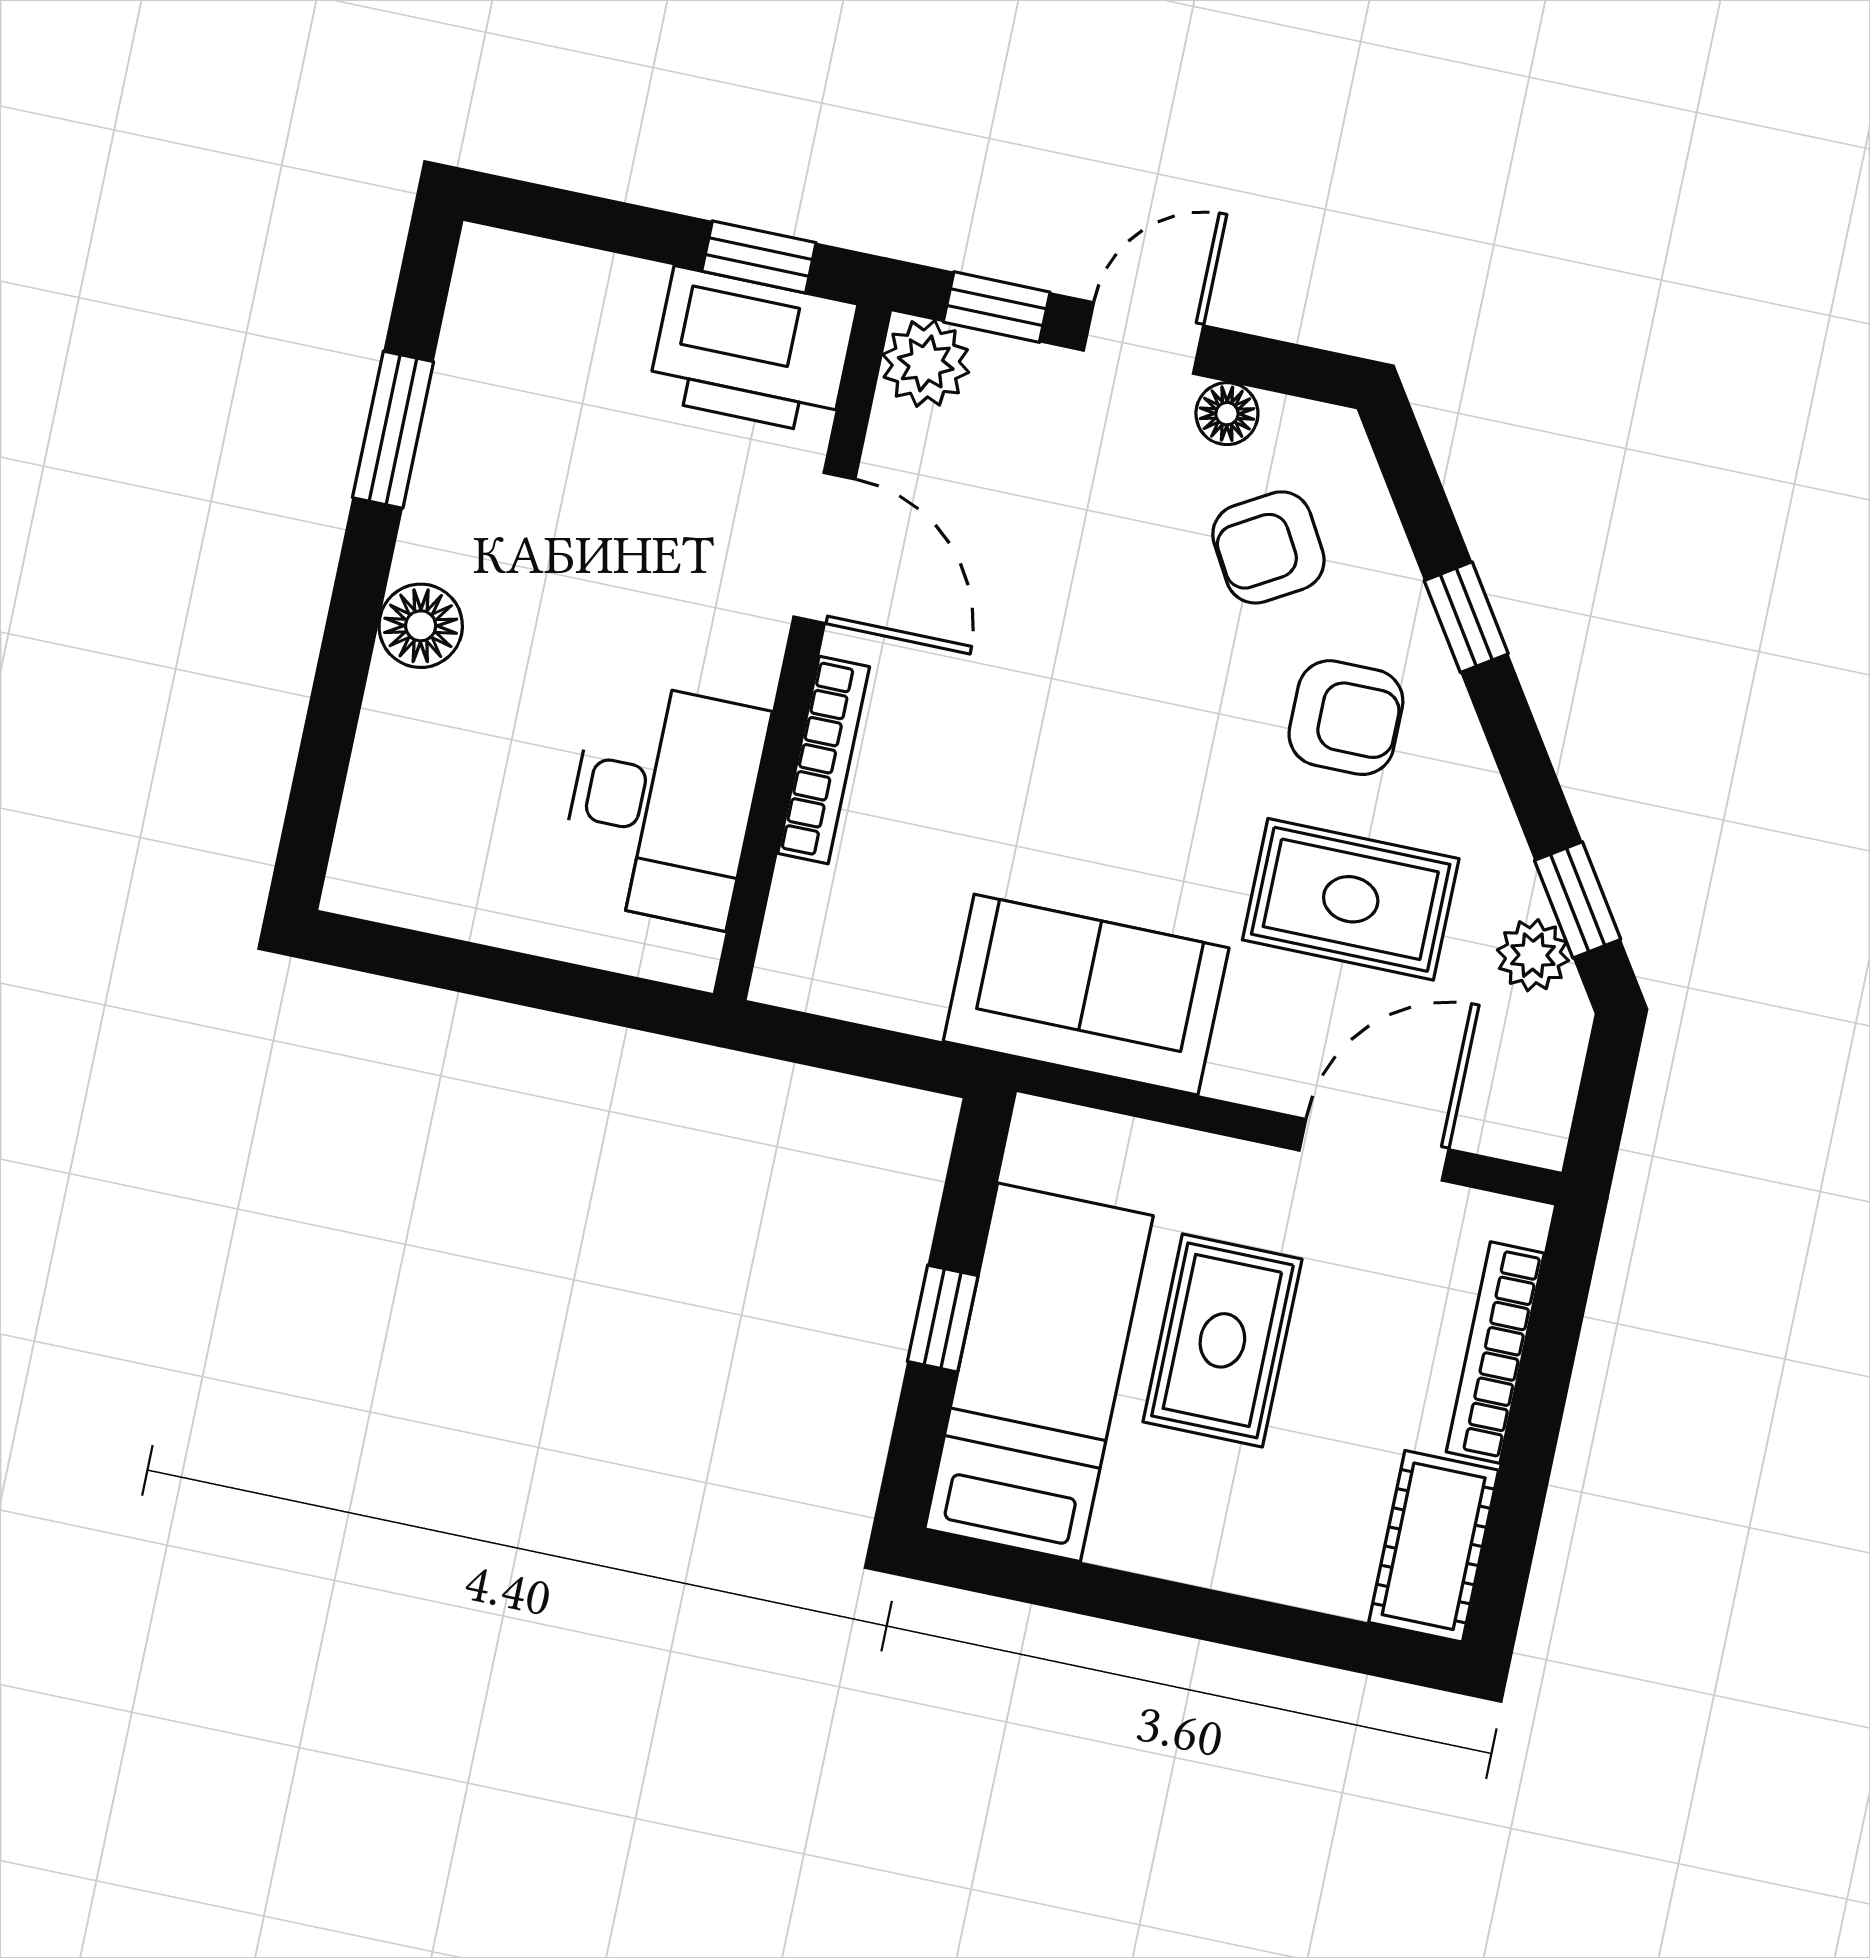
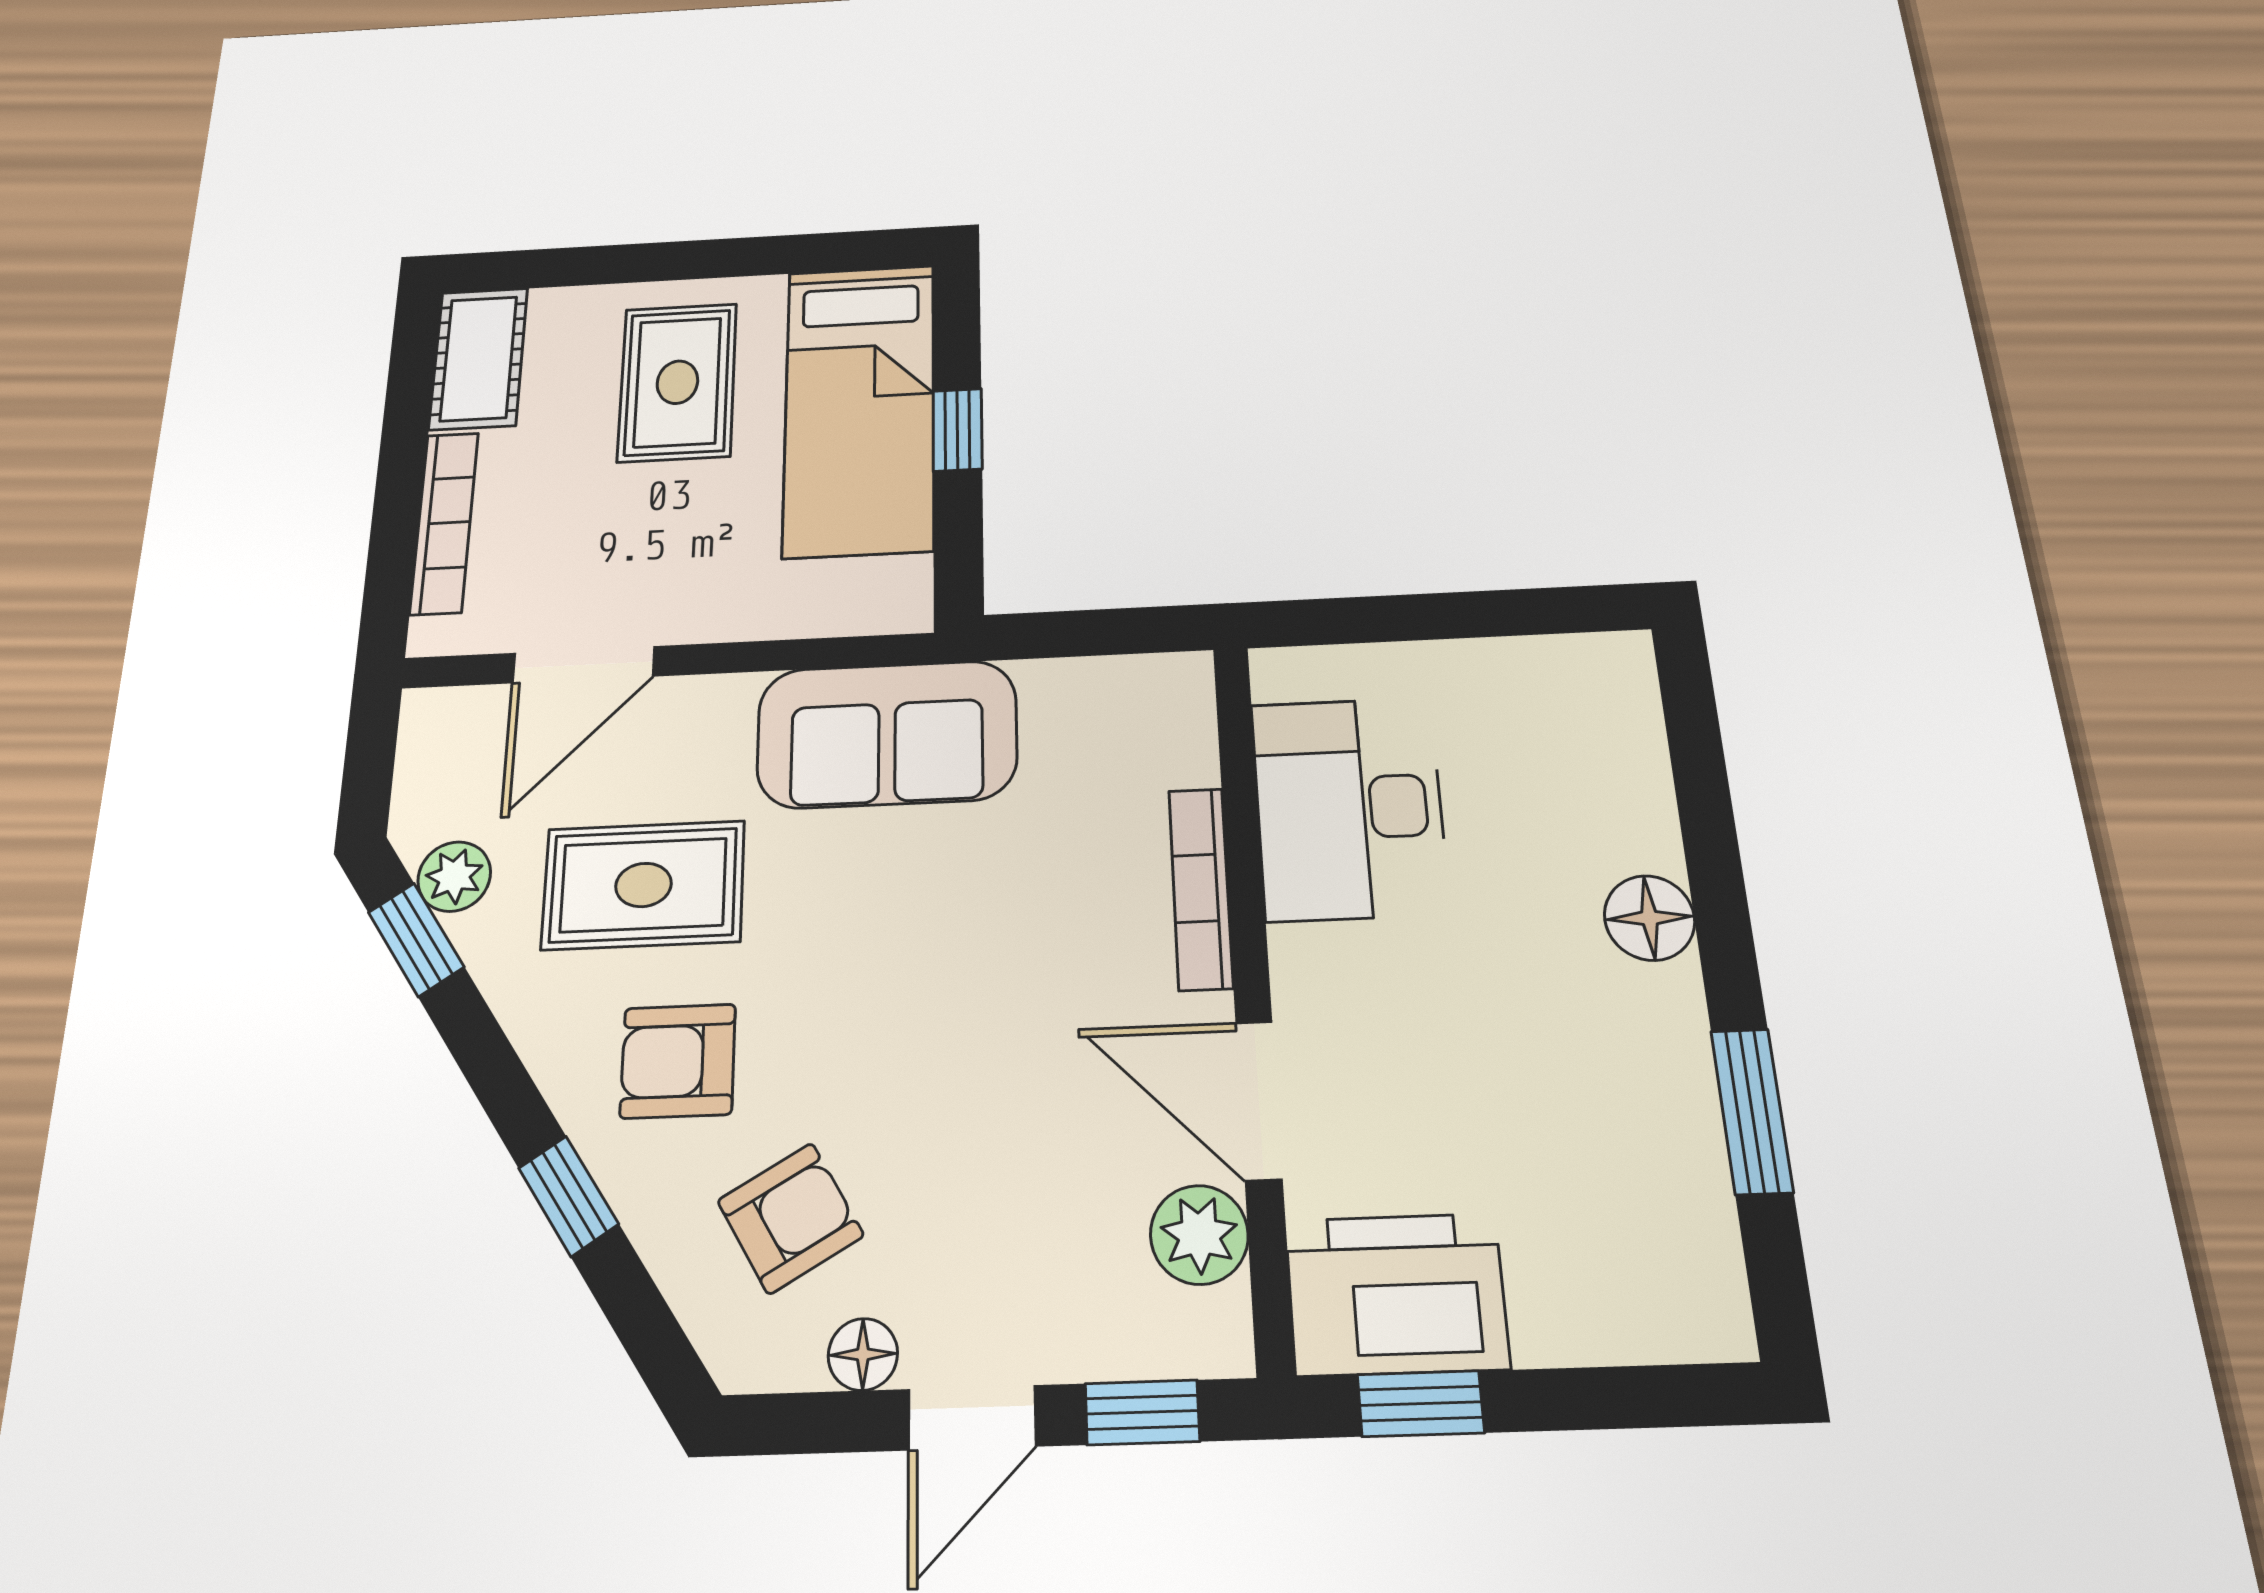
plant: (926, 363) -> (1199, 1235), moved
rug: (1222, 1340) -> (677, 382), moved

